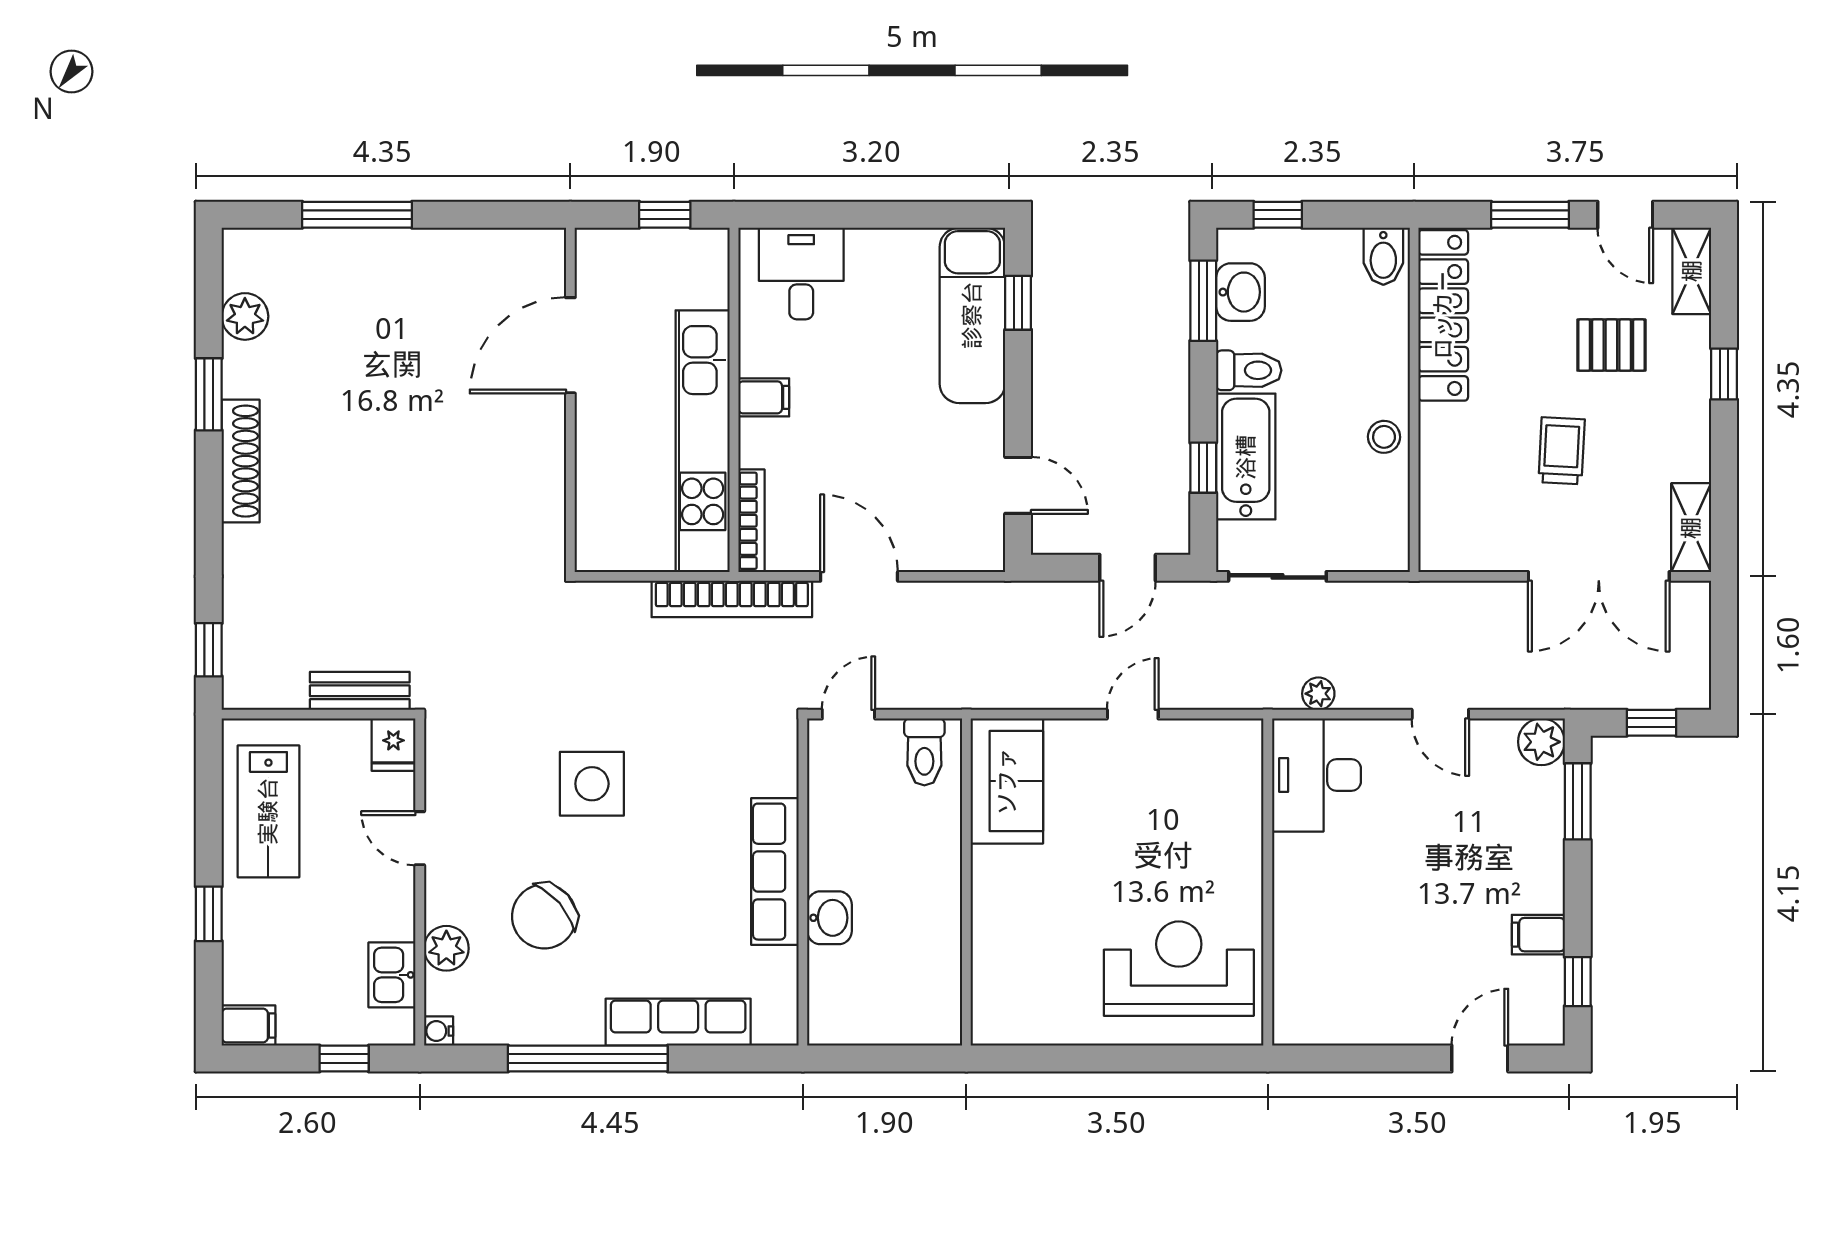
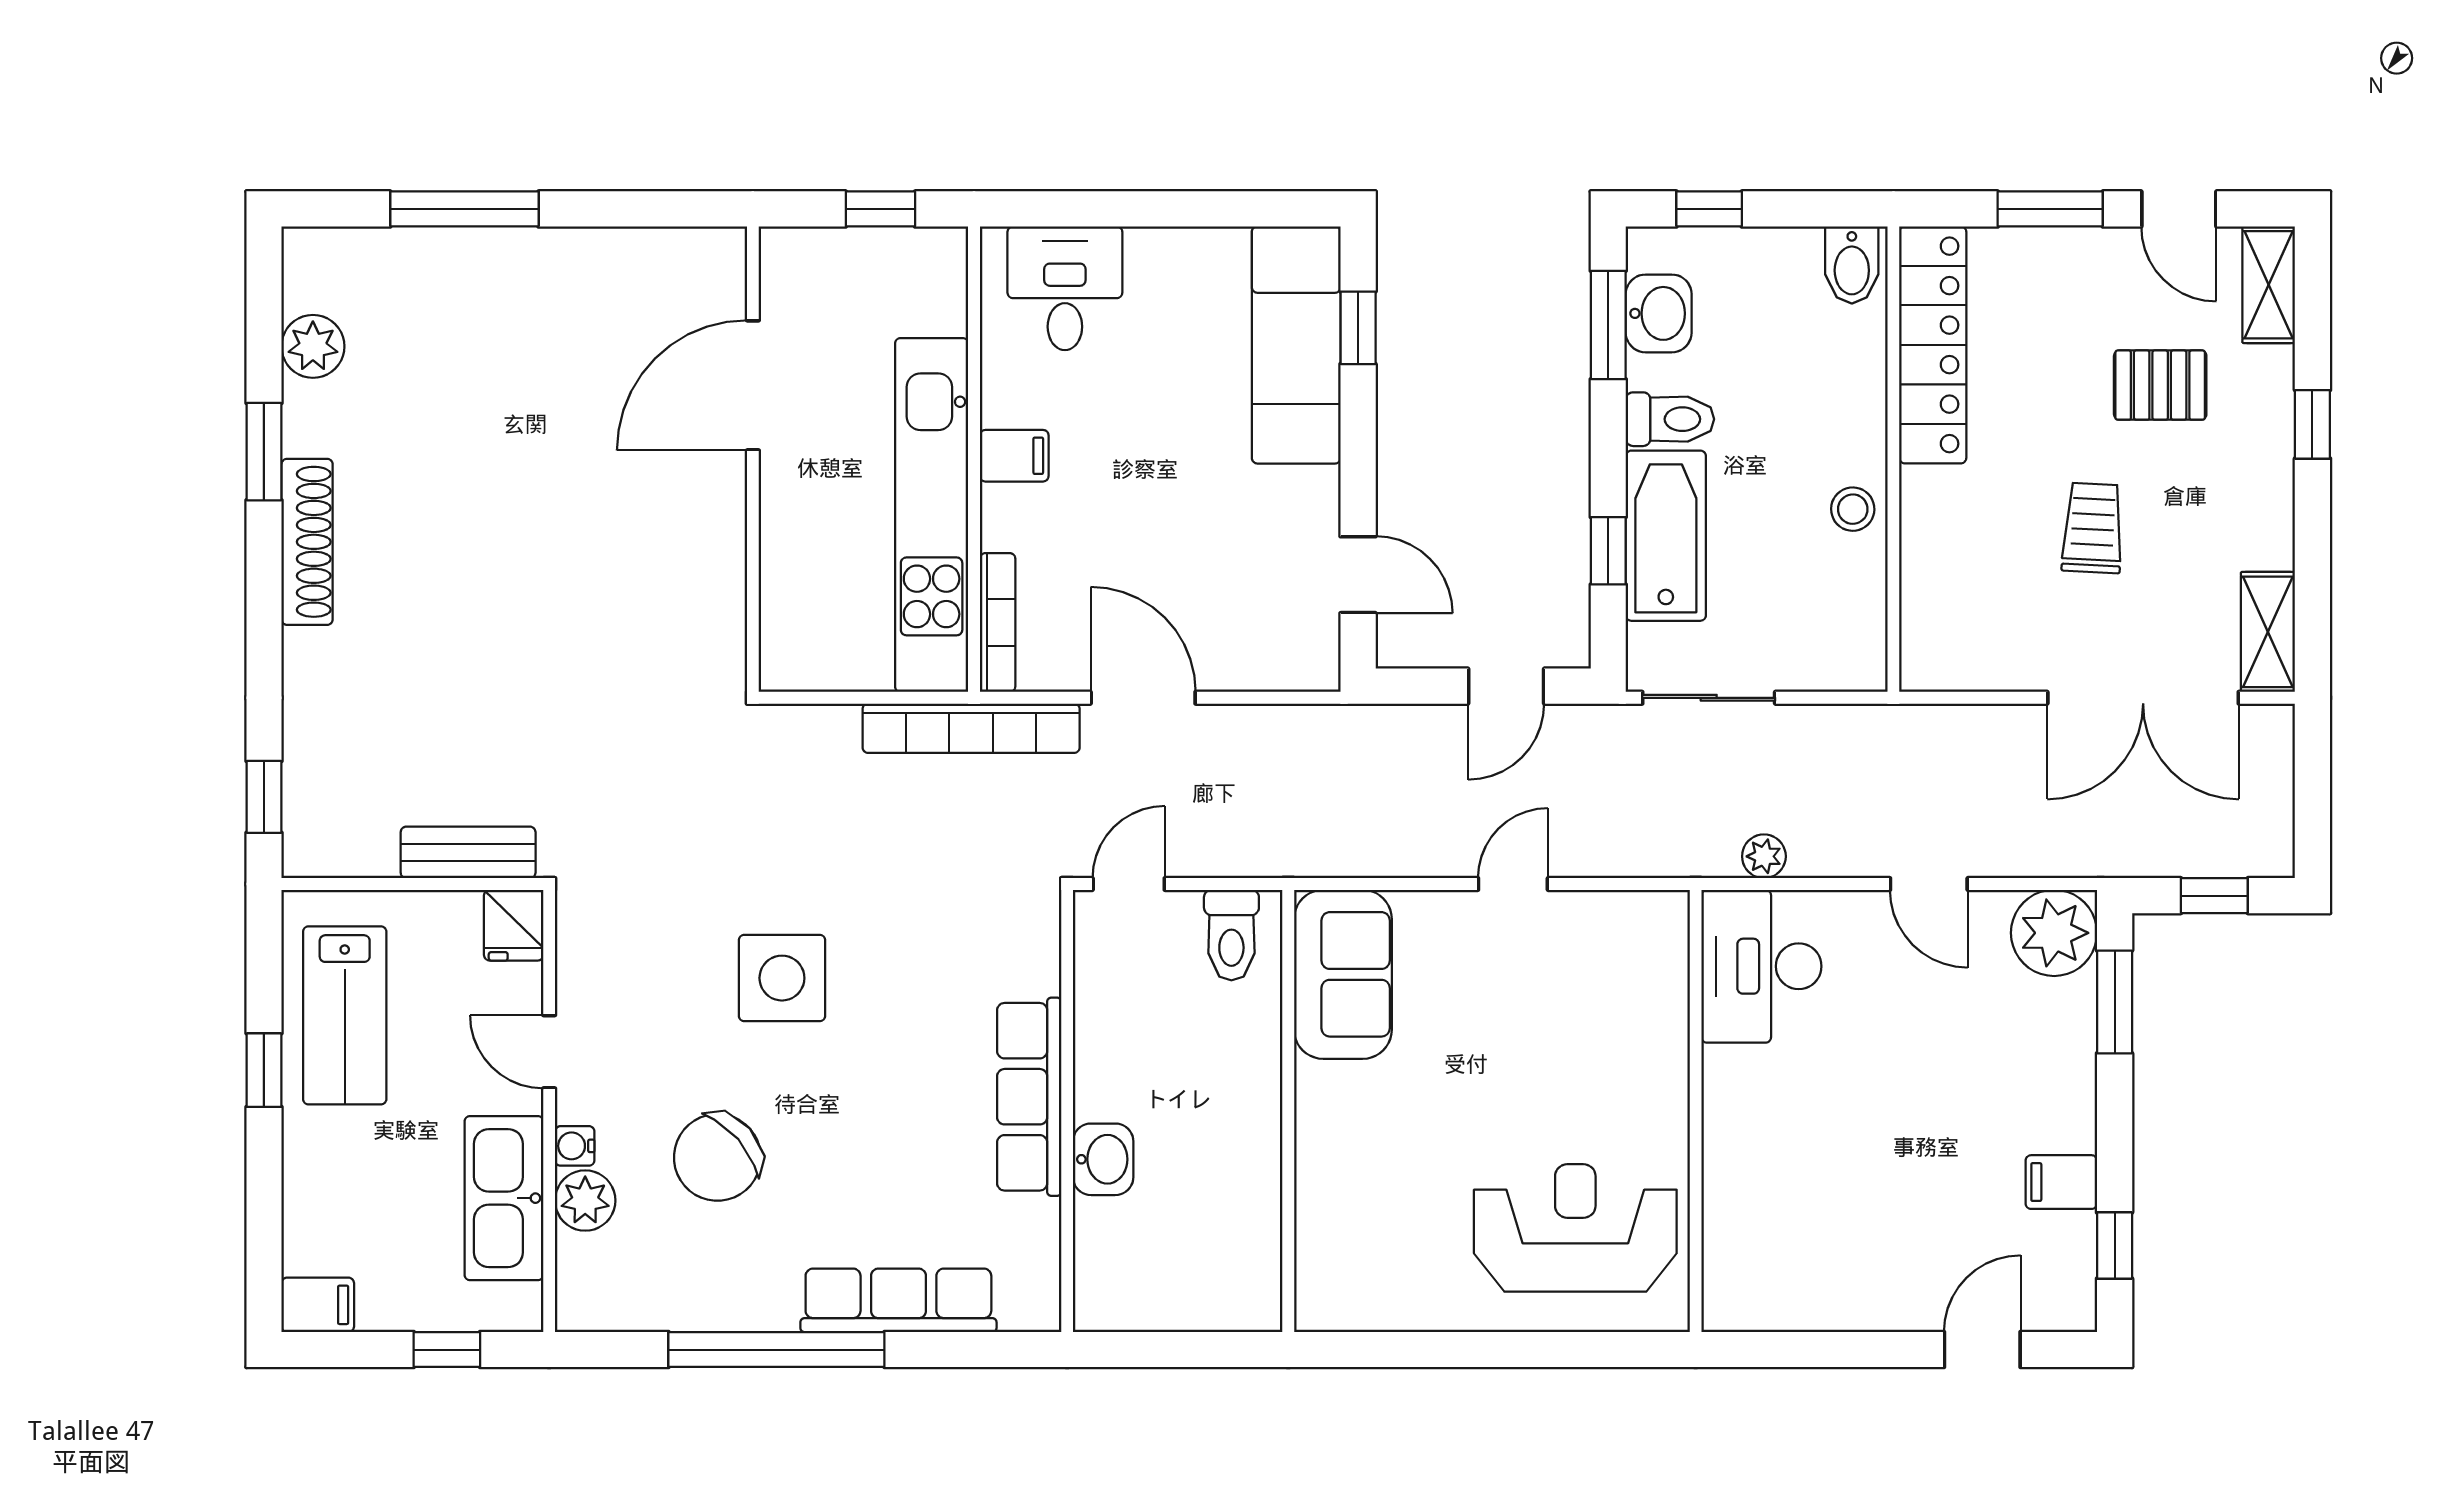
plant: (1541, 742) -> (2054, 933), width x1.36, depth x1.36
window: (209, 914) -> (264, 1070), moved
kitchen sink: (392, 975) -> (504, 1198), width x1.88, depth x1.24
water cooler: (439, 1031) -> (575, 1146), moved

